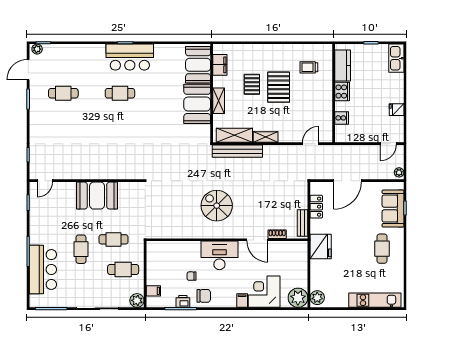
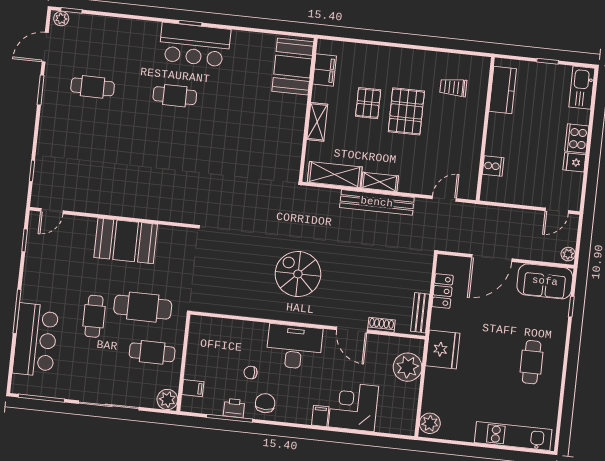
cooker: (342, 92) -> (577, 138), moved, turned 180
booth: (197, 104) -> (285, 123), removed
bench: (237, 151) -> (377, 202), moved
sofa: (393, 209) -> (545, 281), moved, turned -90
cafe table: (114, 239) -> (143, 307), width x1.37, depth x1.35
chair: (204, 296) -> (265, 403), turned -90
plant: (298, 298) -> (408, 367), moved

